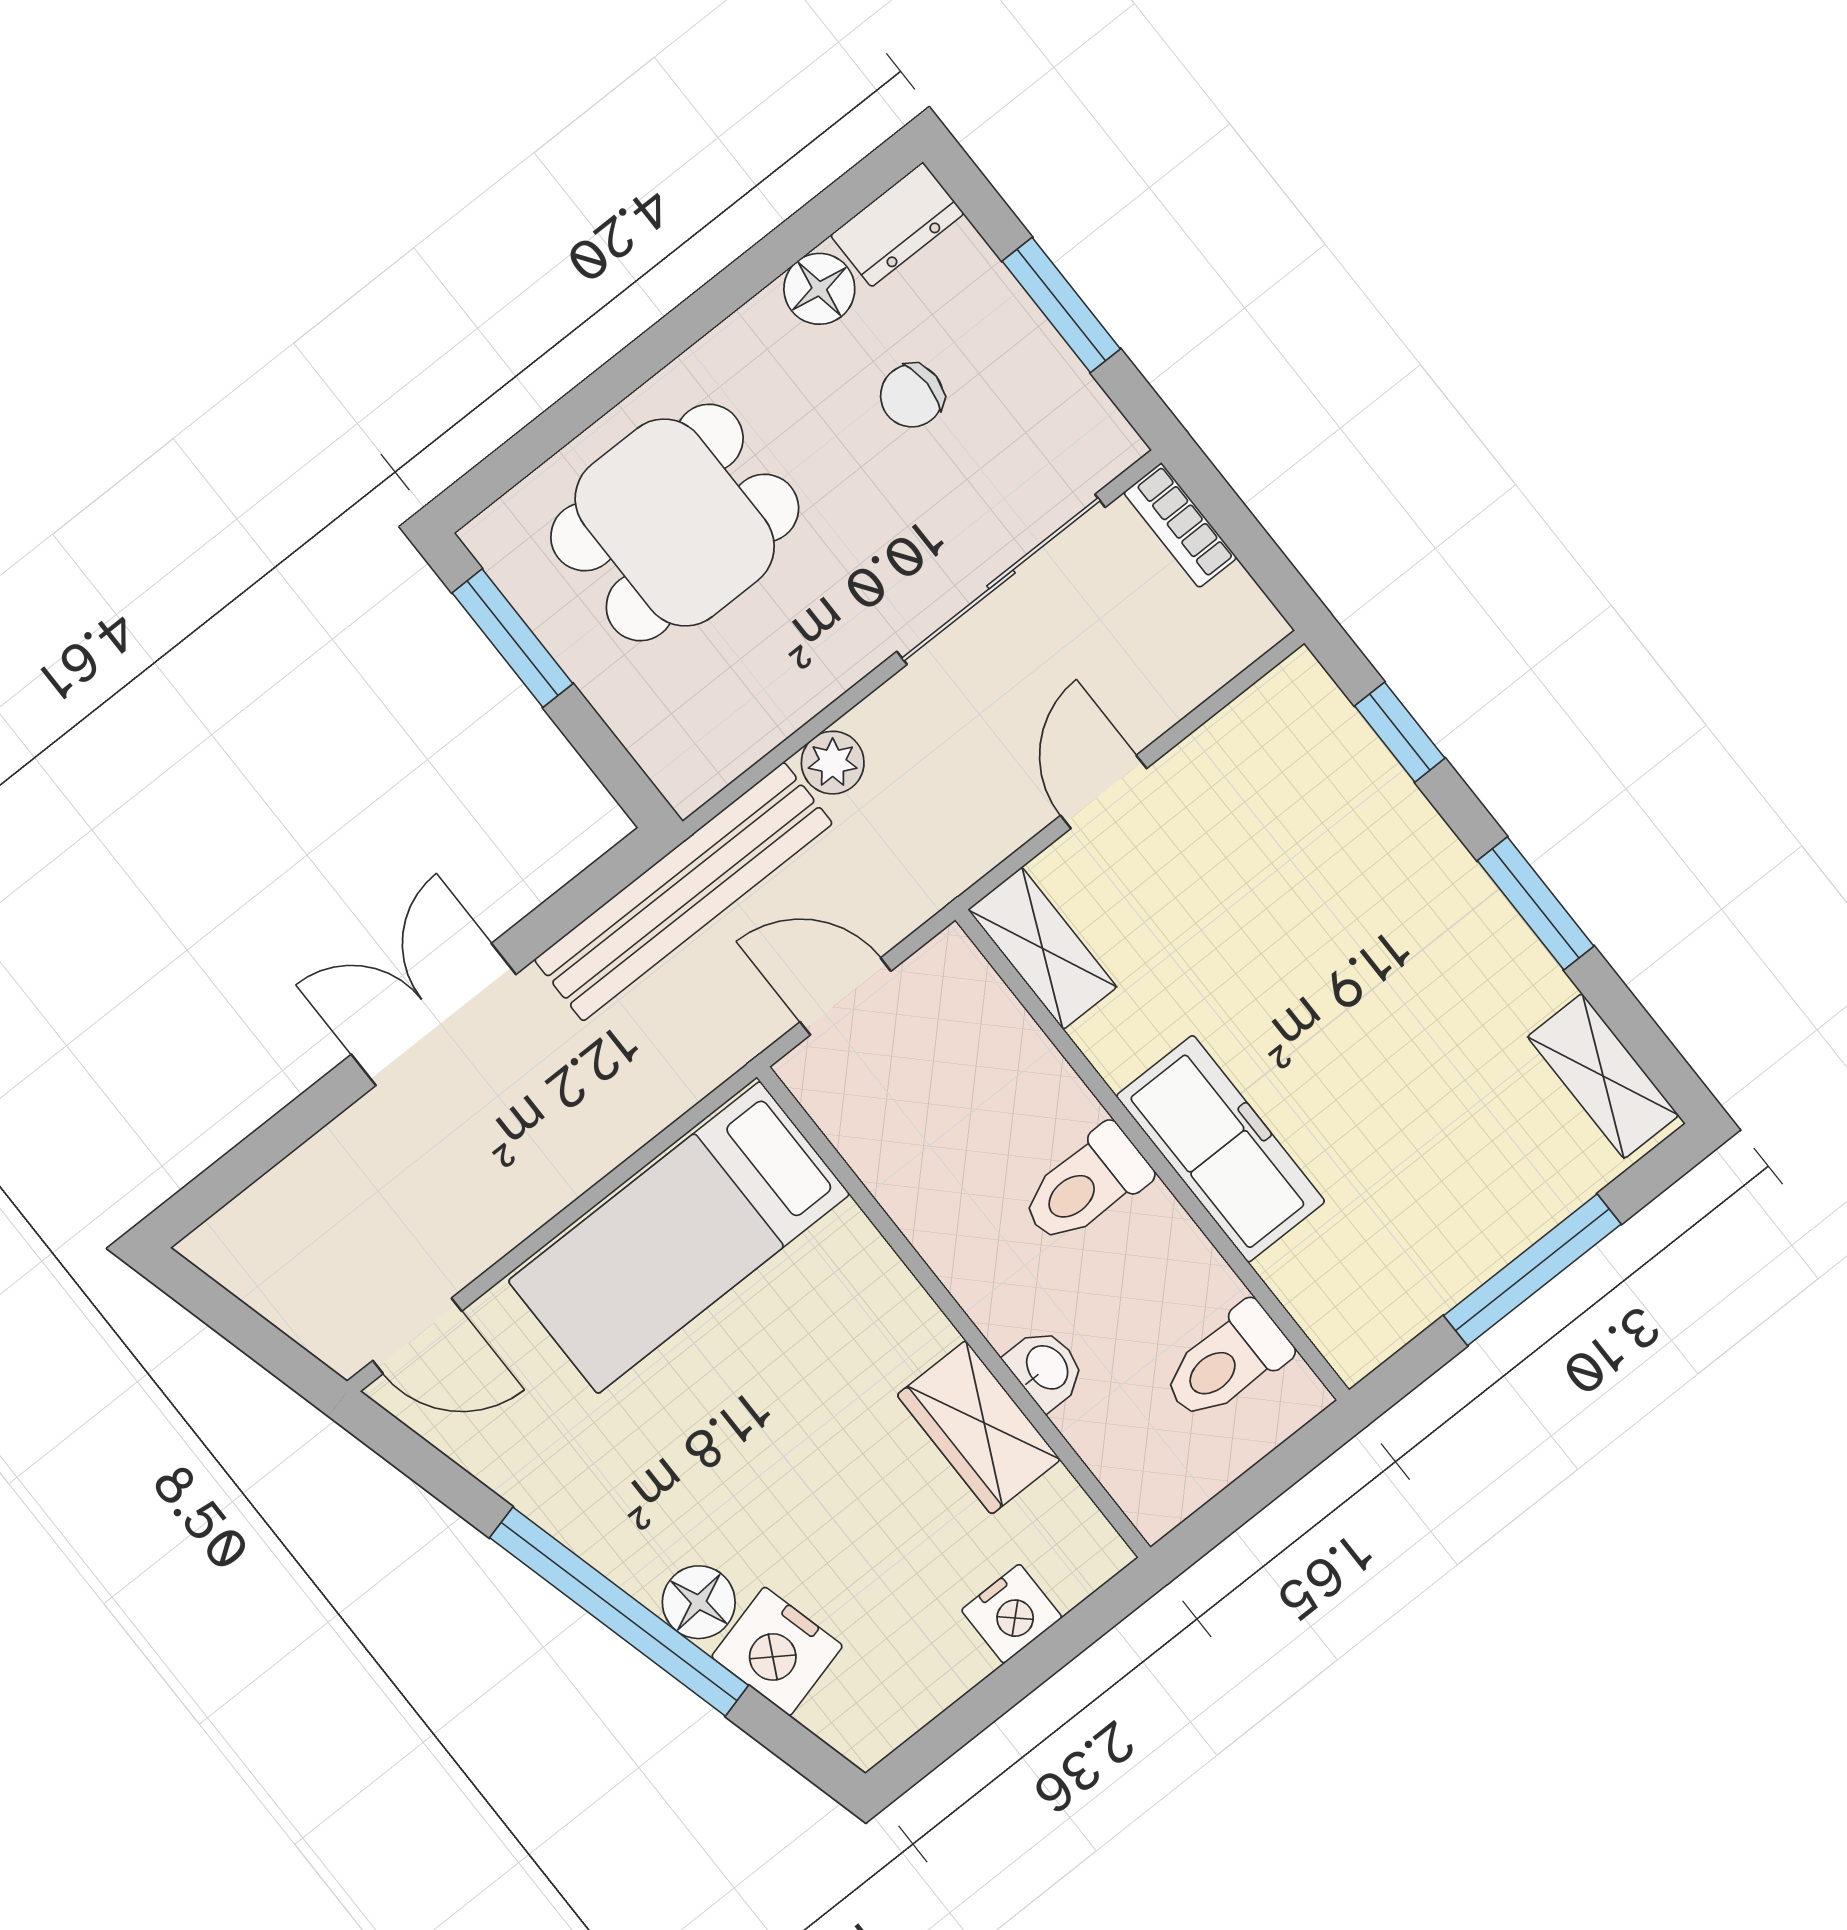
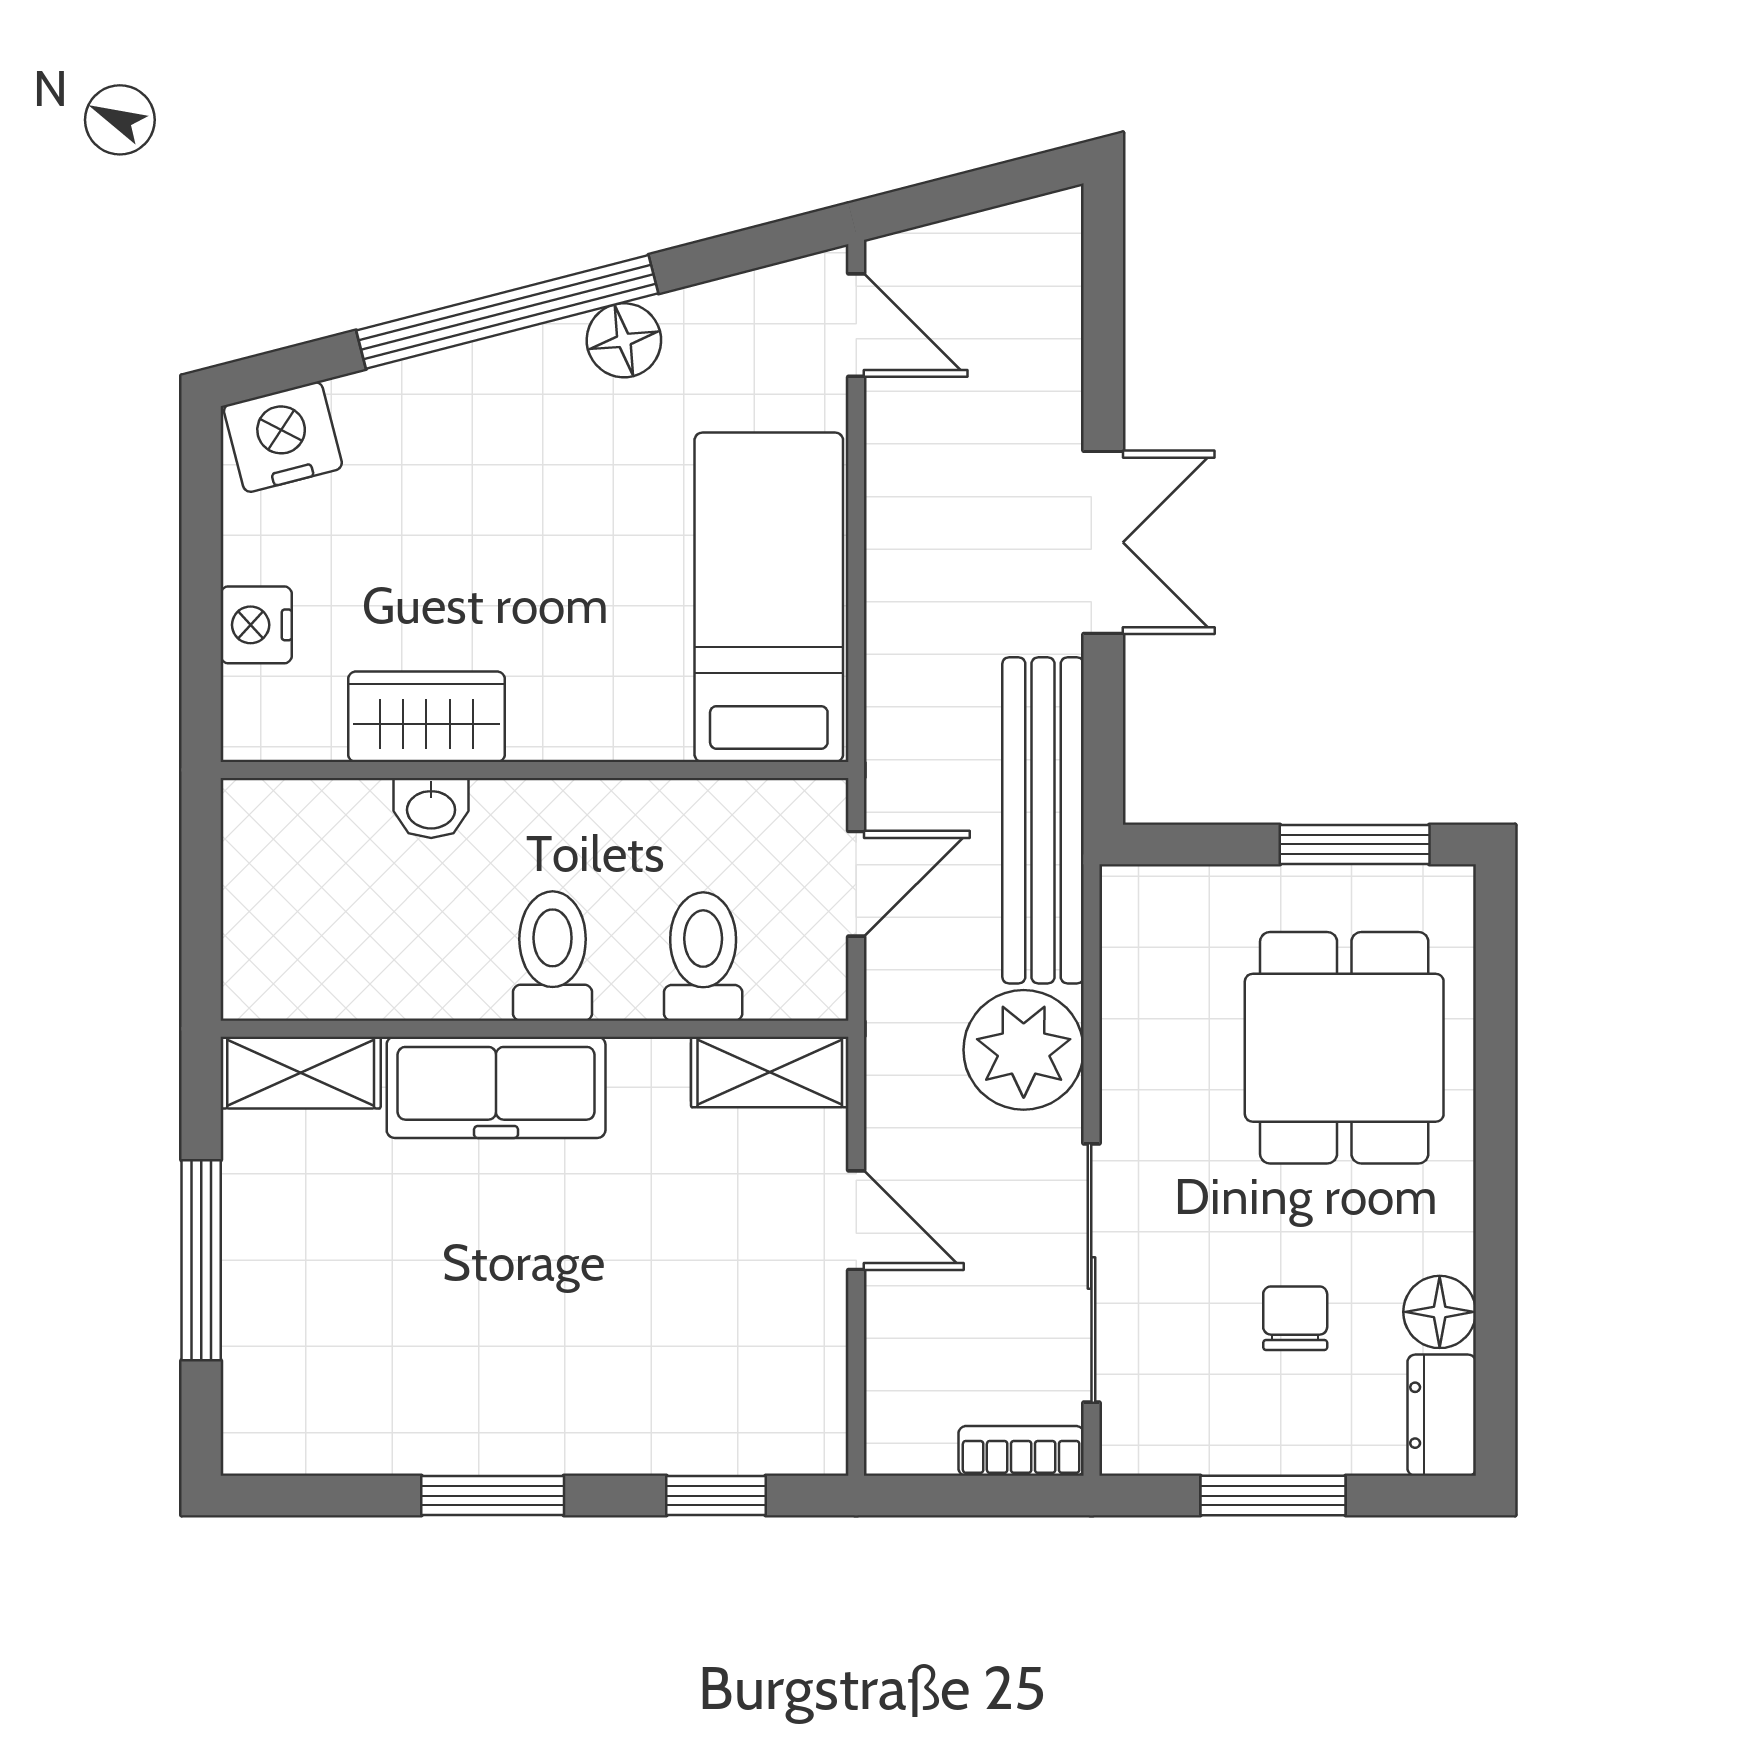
plant: (833, 763) -> (1024, 1050), width x1.88, depth x1.88
shelving: (1603, 1076) -> (301, 1073), moved
door: (417, 1336) -> (856, 325), swing flipped
toilet: (1226, 1362) -> (703, 957), moved
floor lamp: (699, 1602) -> (624, 340), moved
nightstand: (777, 1651) -> (283, 437), moved

